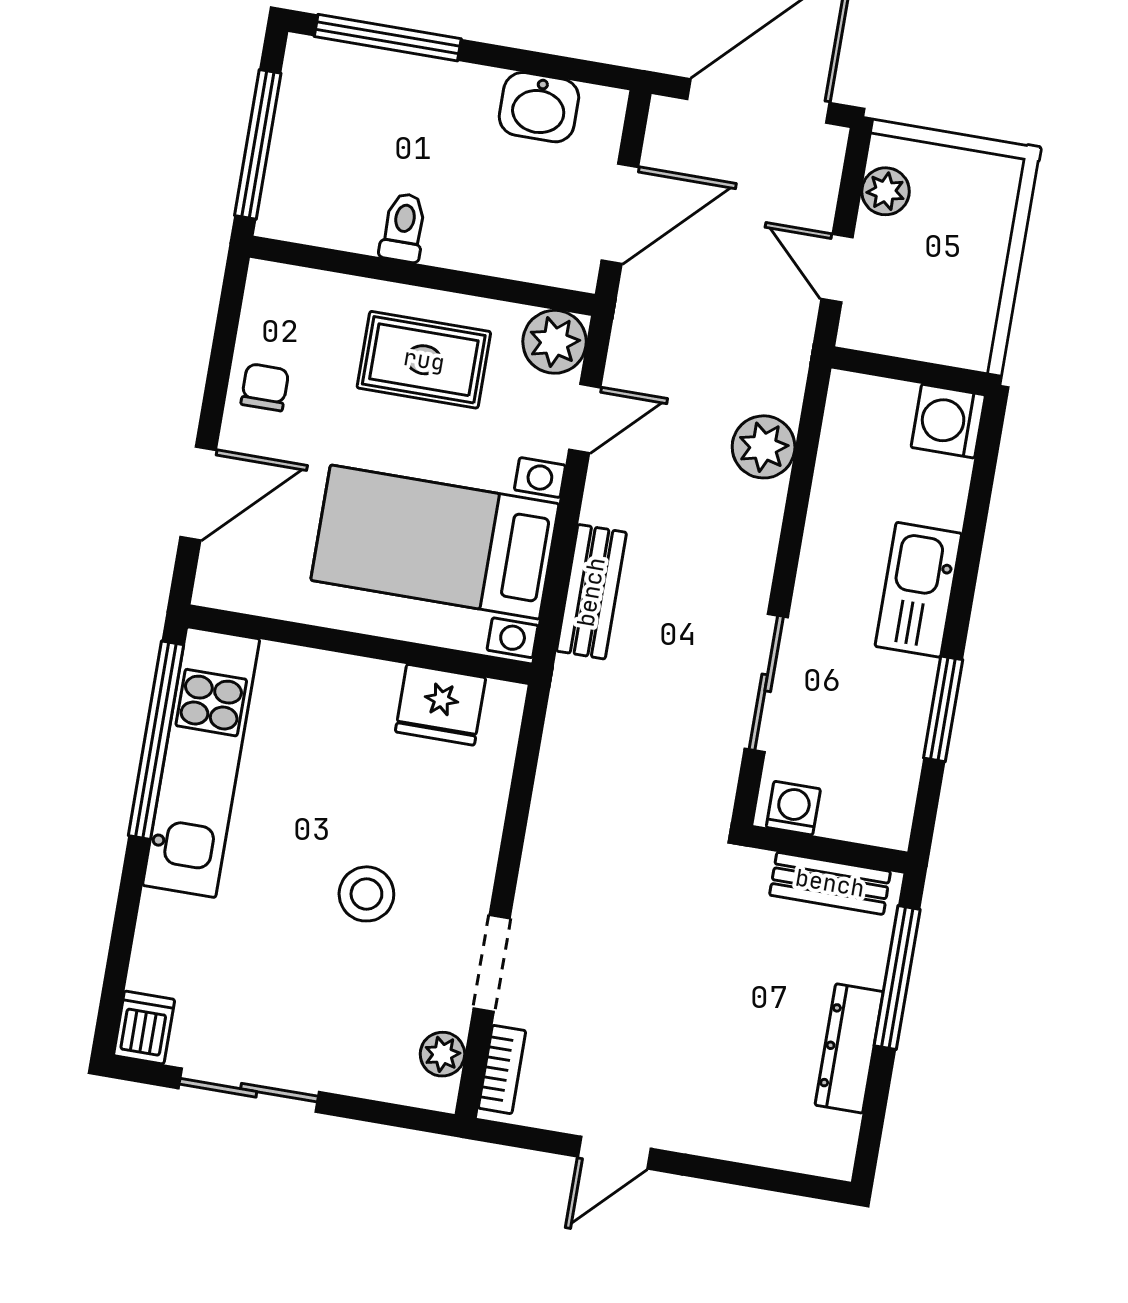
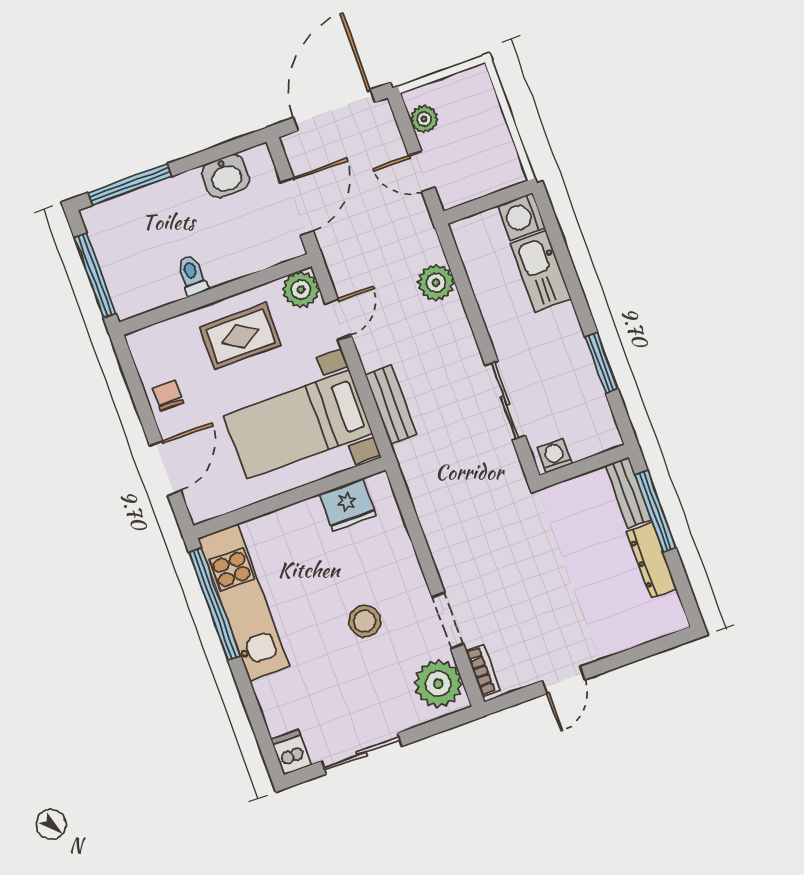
kitchen sink: (918, 590) -> (541, 271), moved
bench: (830, 883) -> (628, 493), moved, turned 90
plant: (442, 1054) -> (438, 684), width x1.87, depth x1.87

